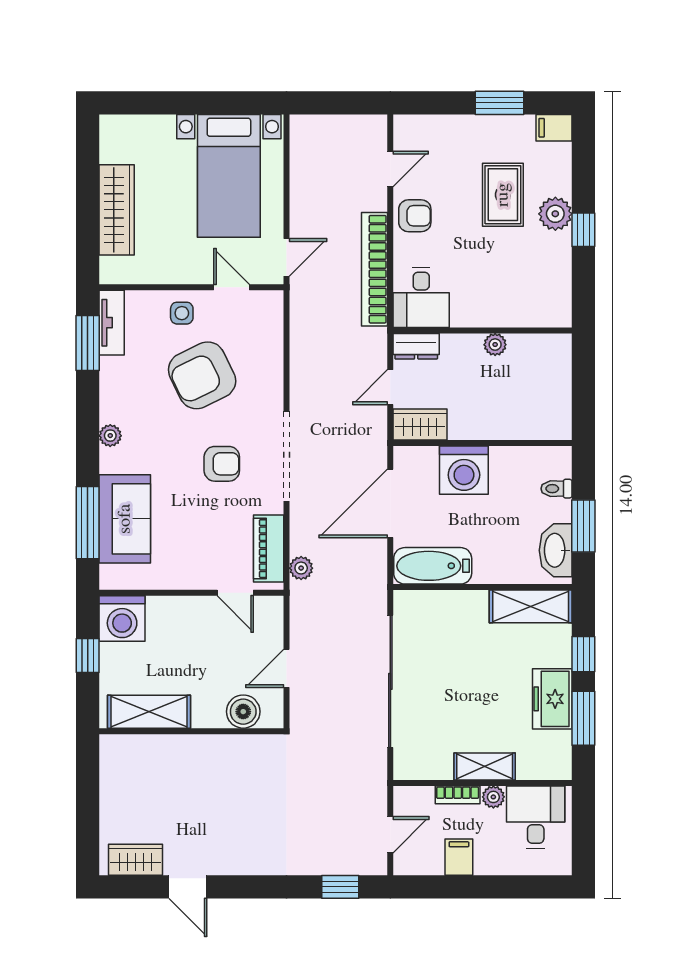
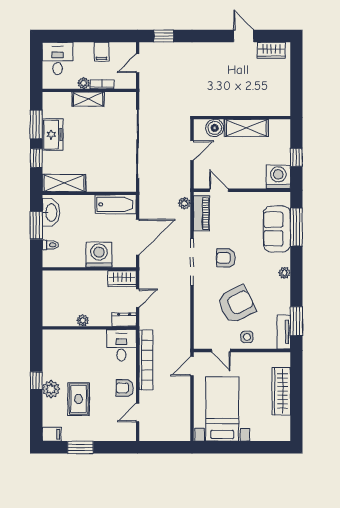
shelving: (149, 712) -> (246, 128), moved
desk: (536, 817) -> (58, 58), moved, turned 180

